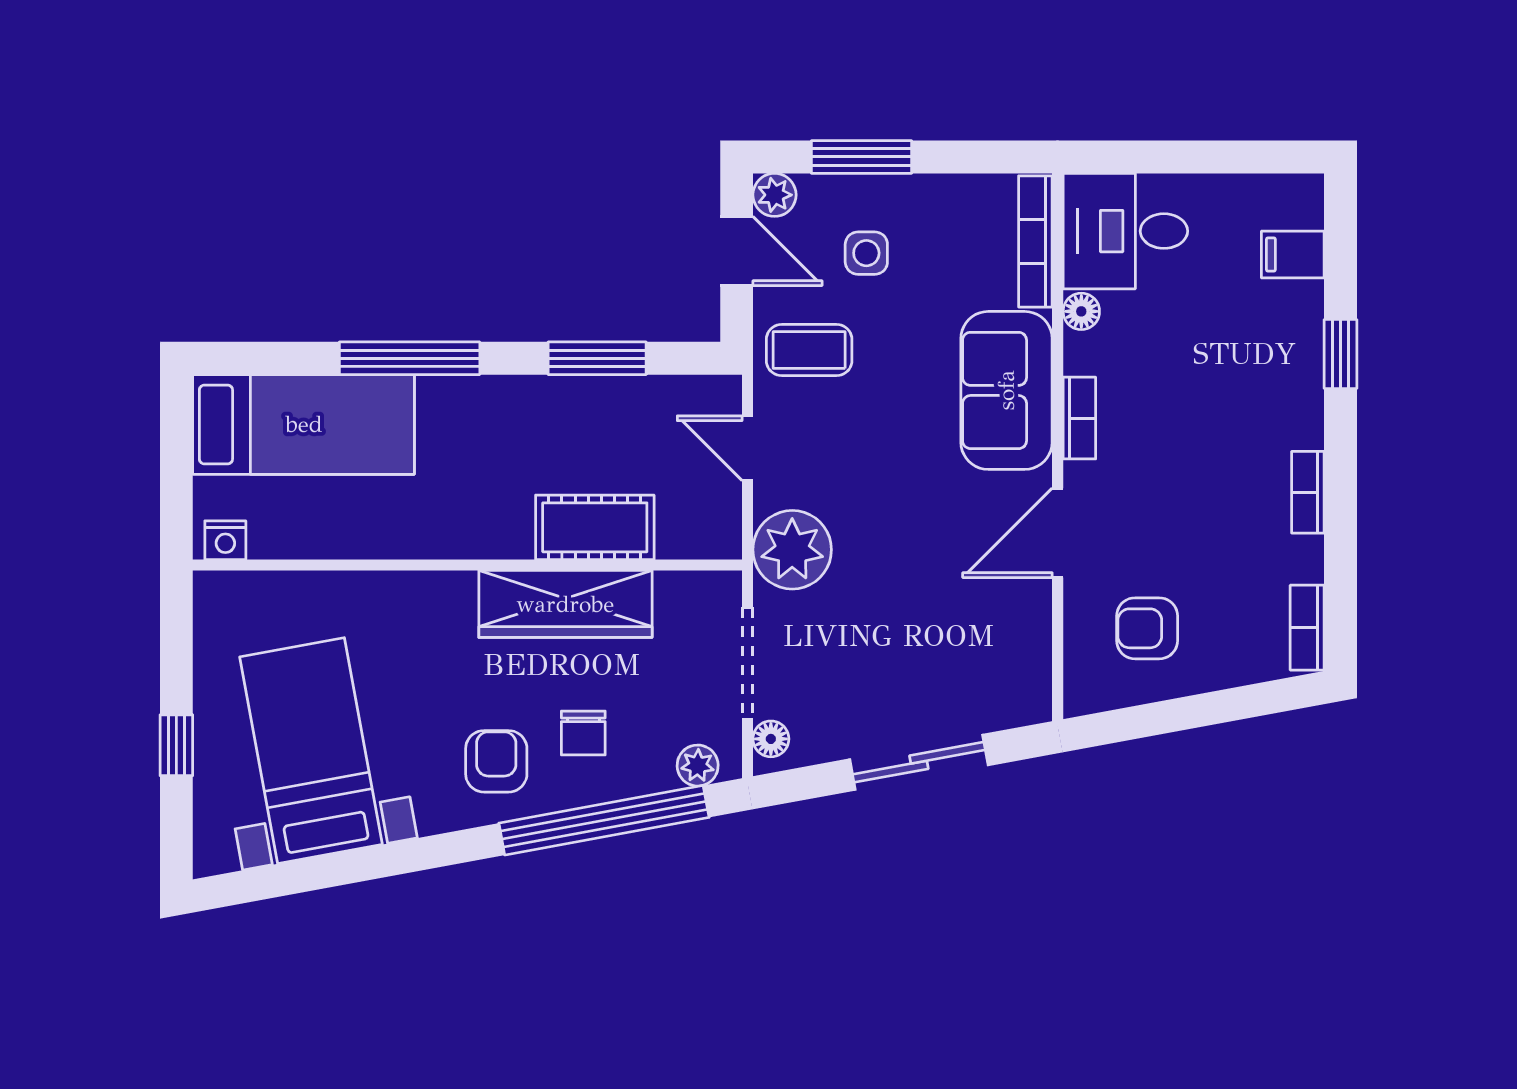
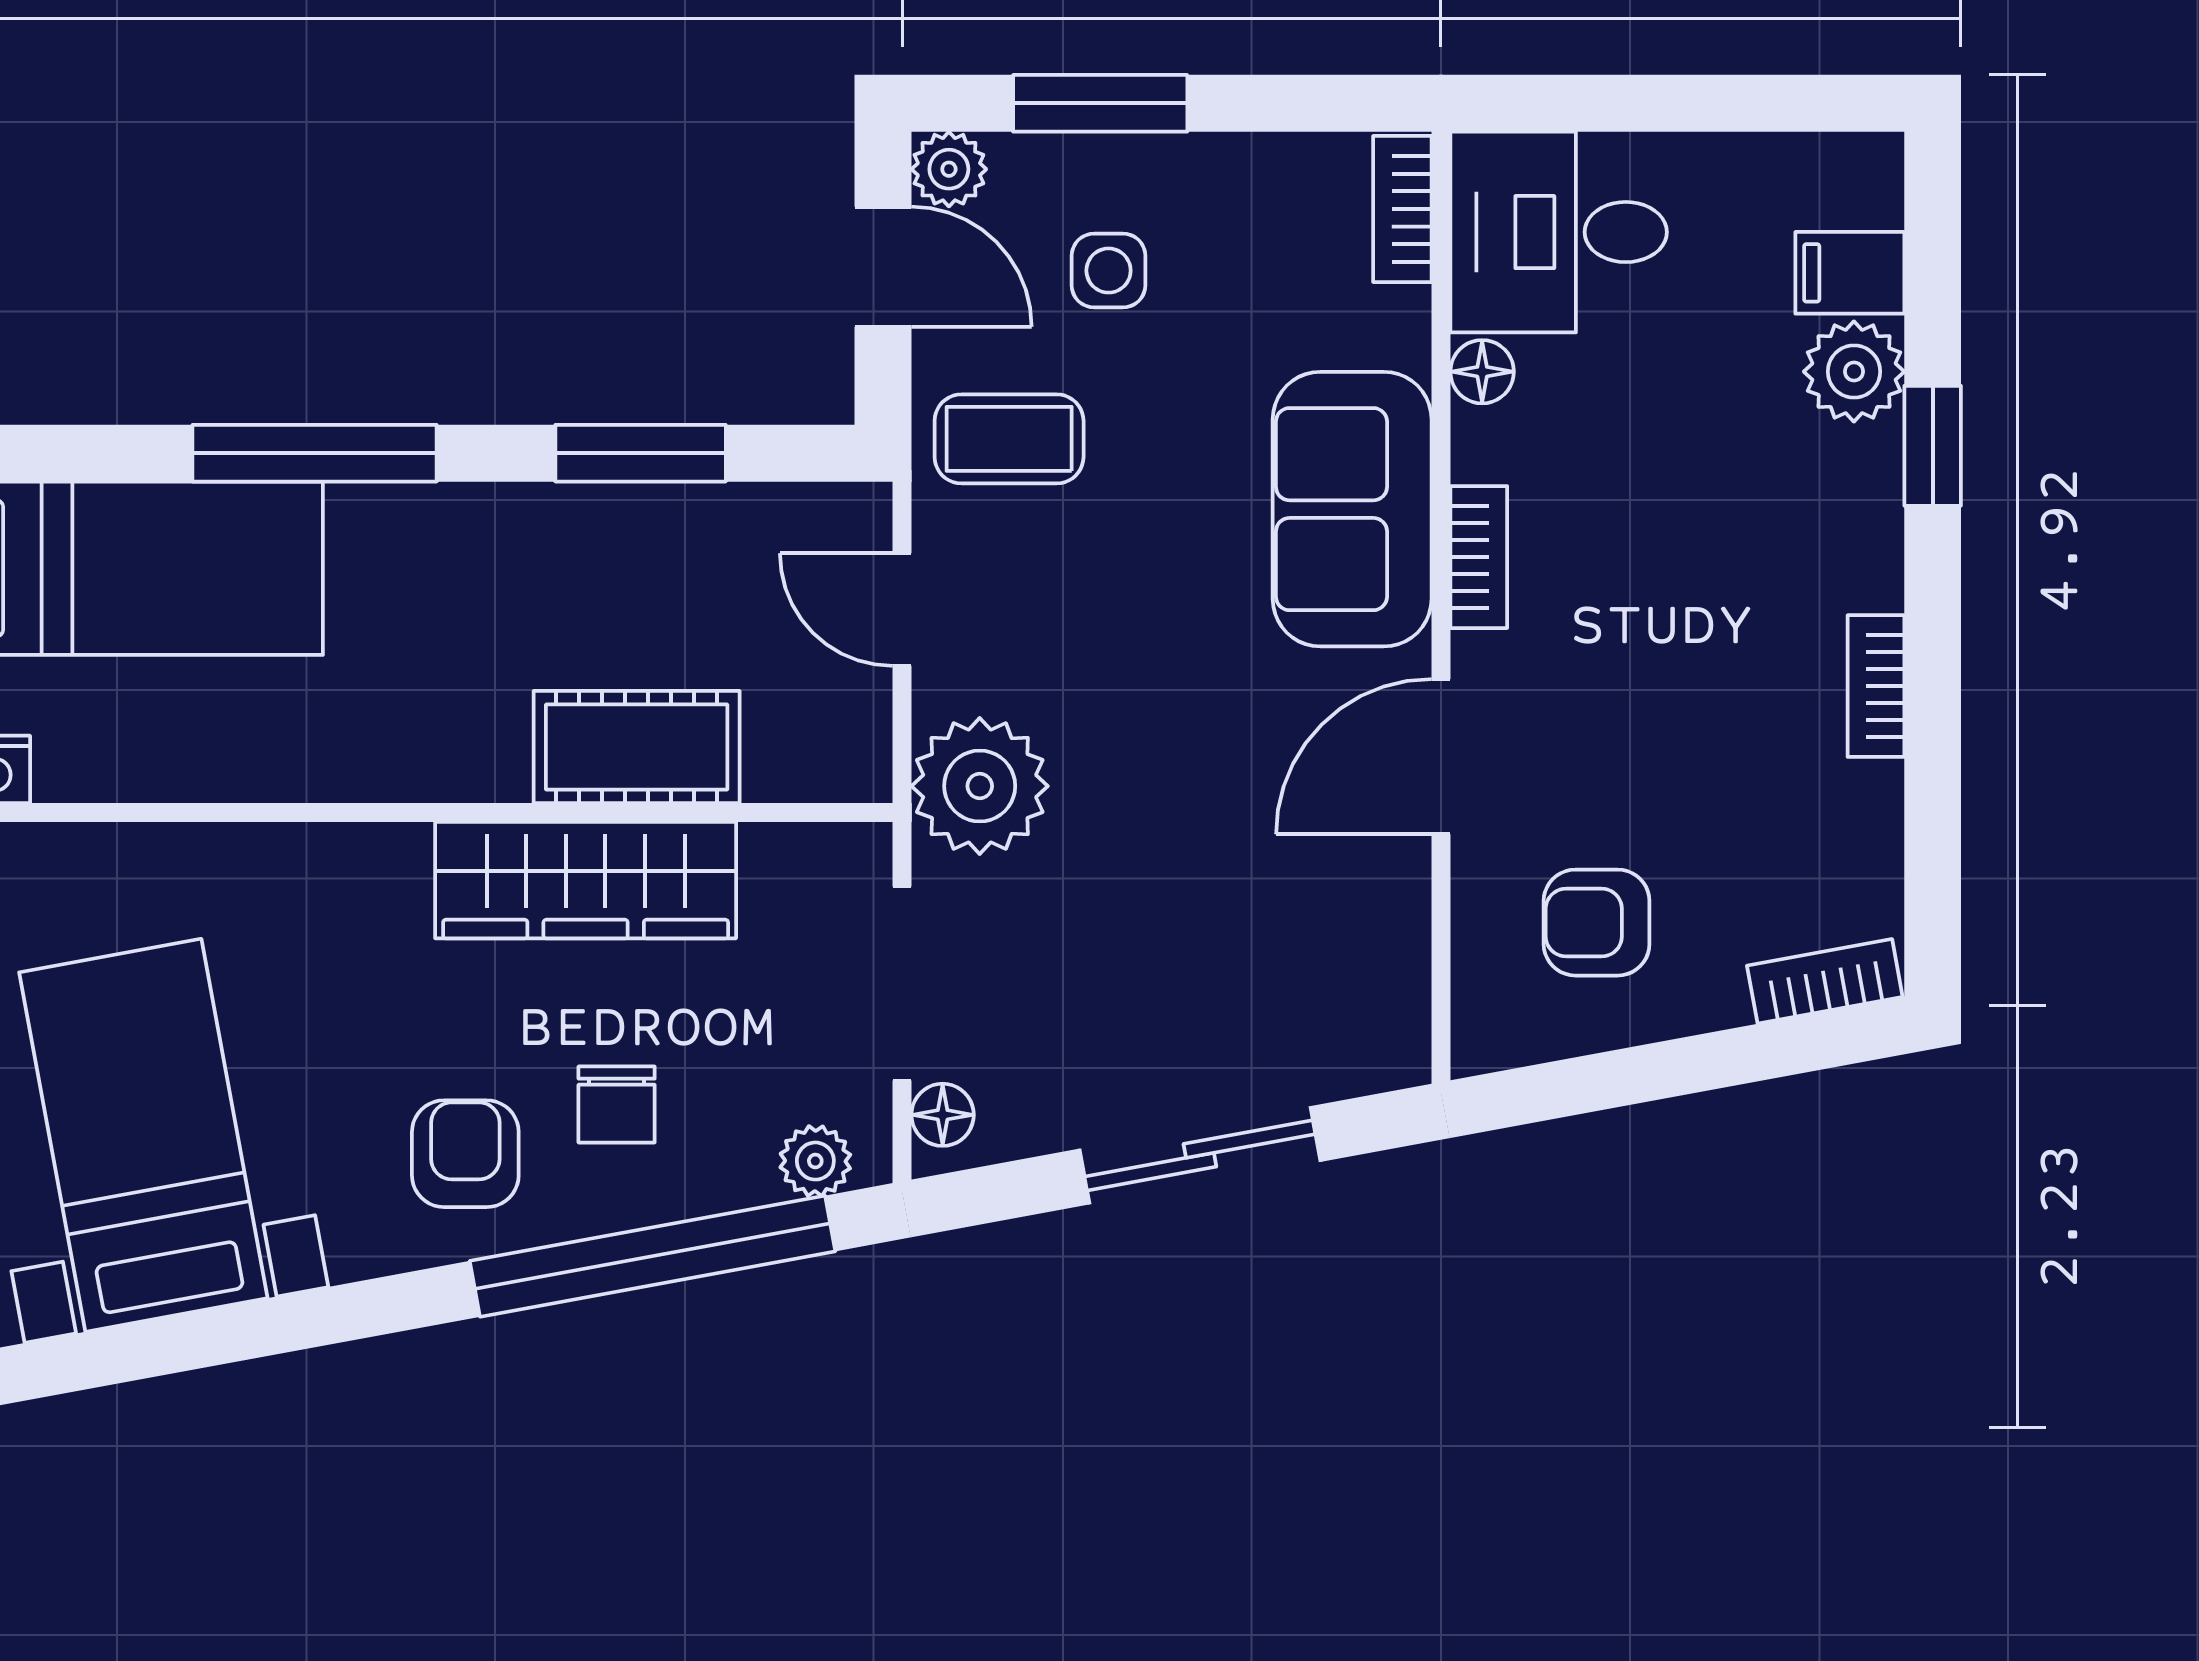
bookcase: (1035, 241) -> (1402, 209), width x0.64
plant: (1295, 311) -> (1854, 372), added
bookcase: (1307, 628) -> (1825, 981), moved, turned 80

